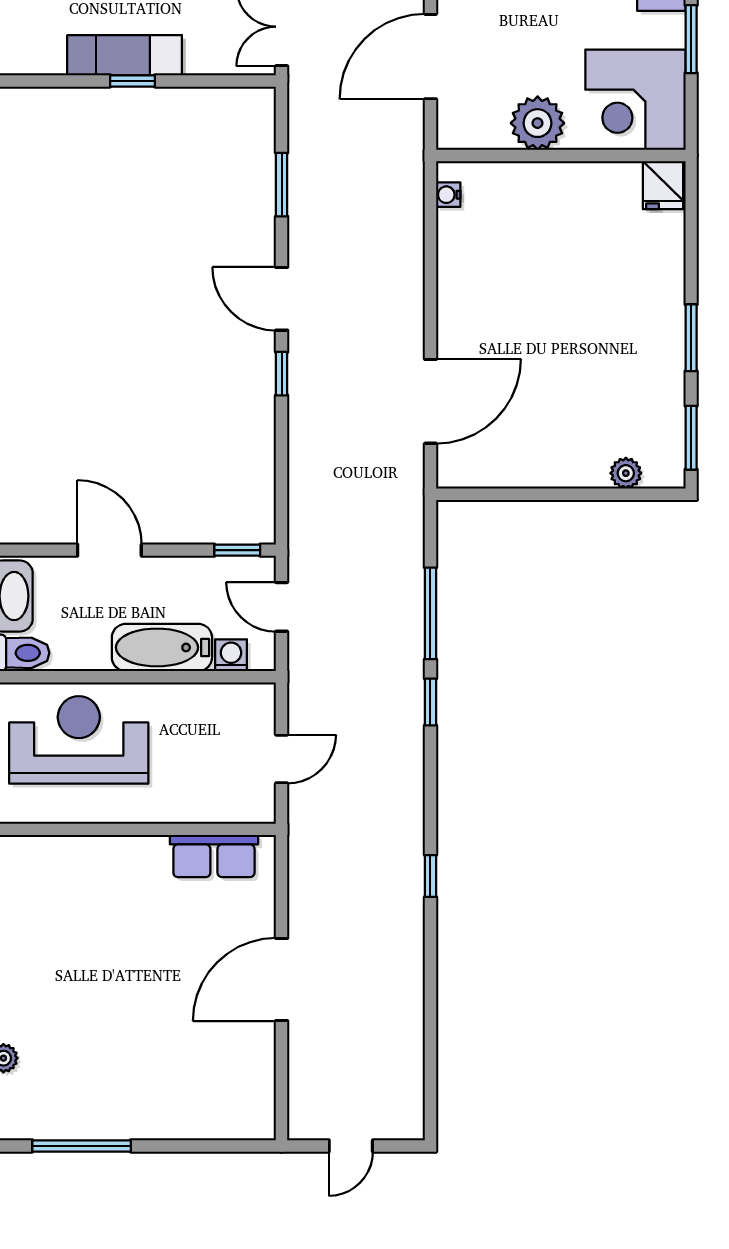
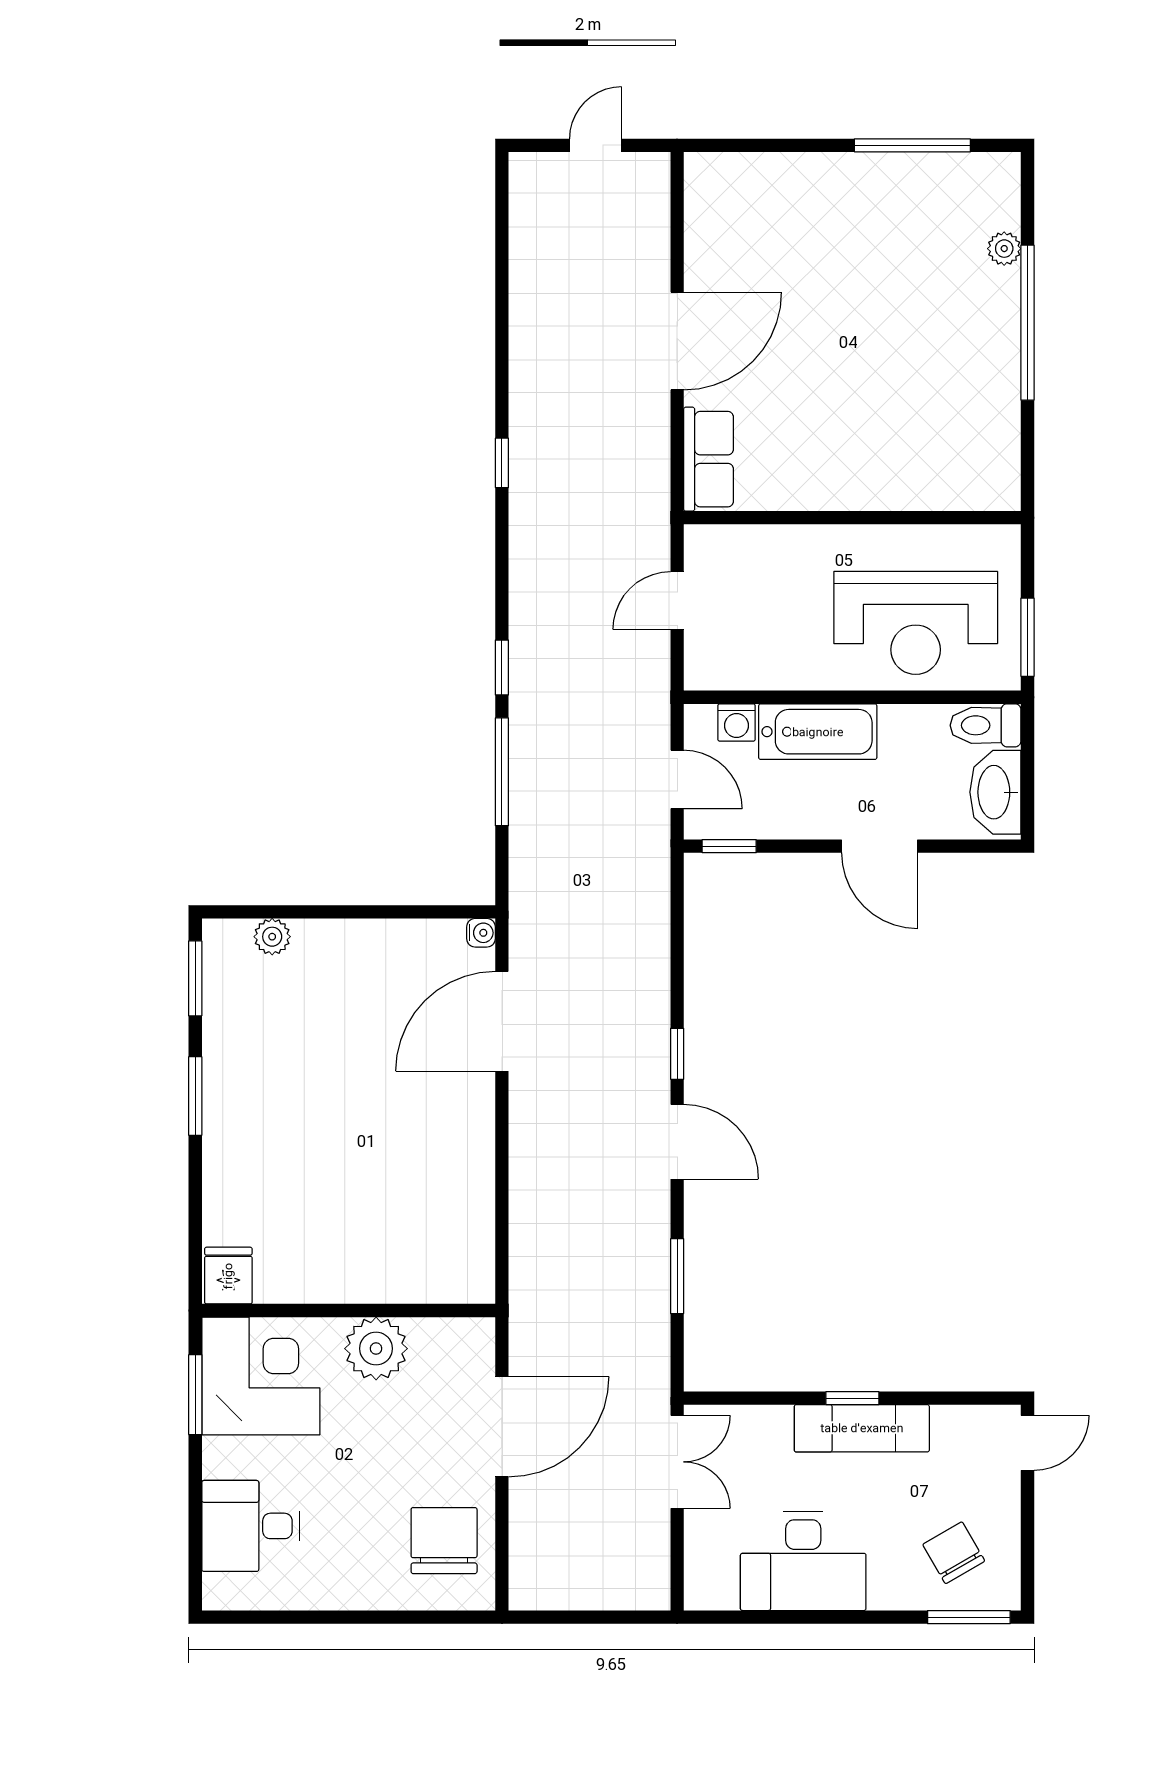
window: (691, 39) -> (195, 1395), moved
water cooler: (448, 195) -> (481, 933), moved
row of seats: (214, 856) -> (709, 459), moved, turned 90

